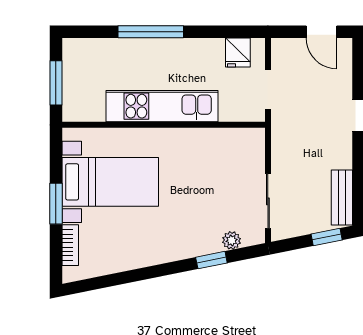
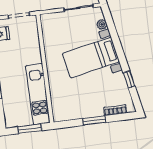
kitchen unit: (162, 106) -> (38, 94), moved
bed with nightstands: (110, 182) -> (91, 58), moved, turned -101
window: (211, 260) -> (129, 79), moved

